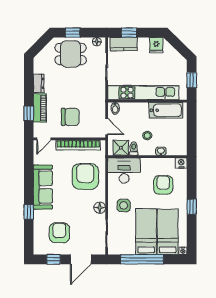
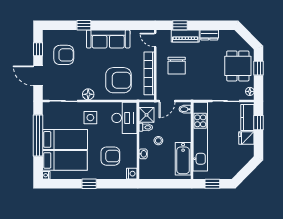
fridge: (156, 45) -> (246, 138), moved

